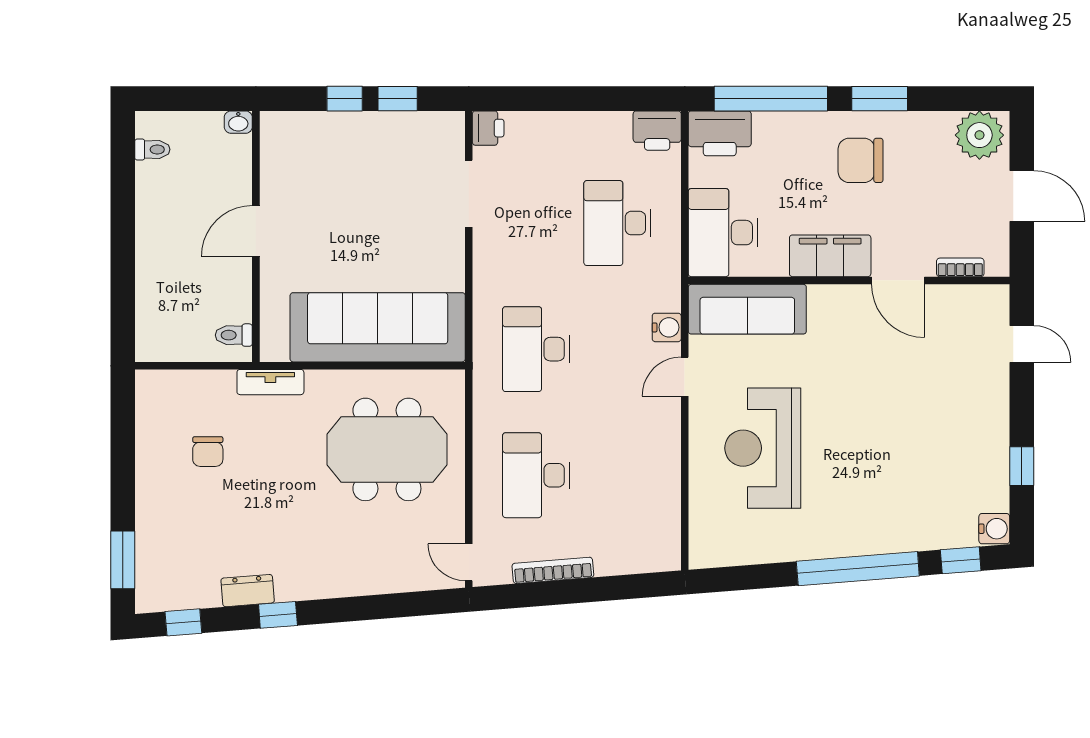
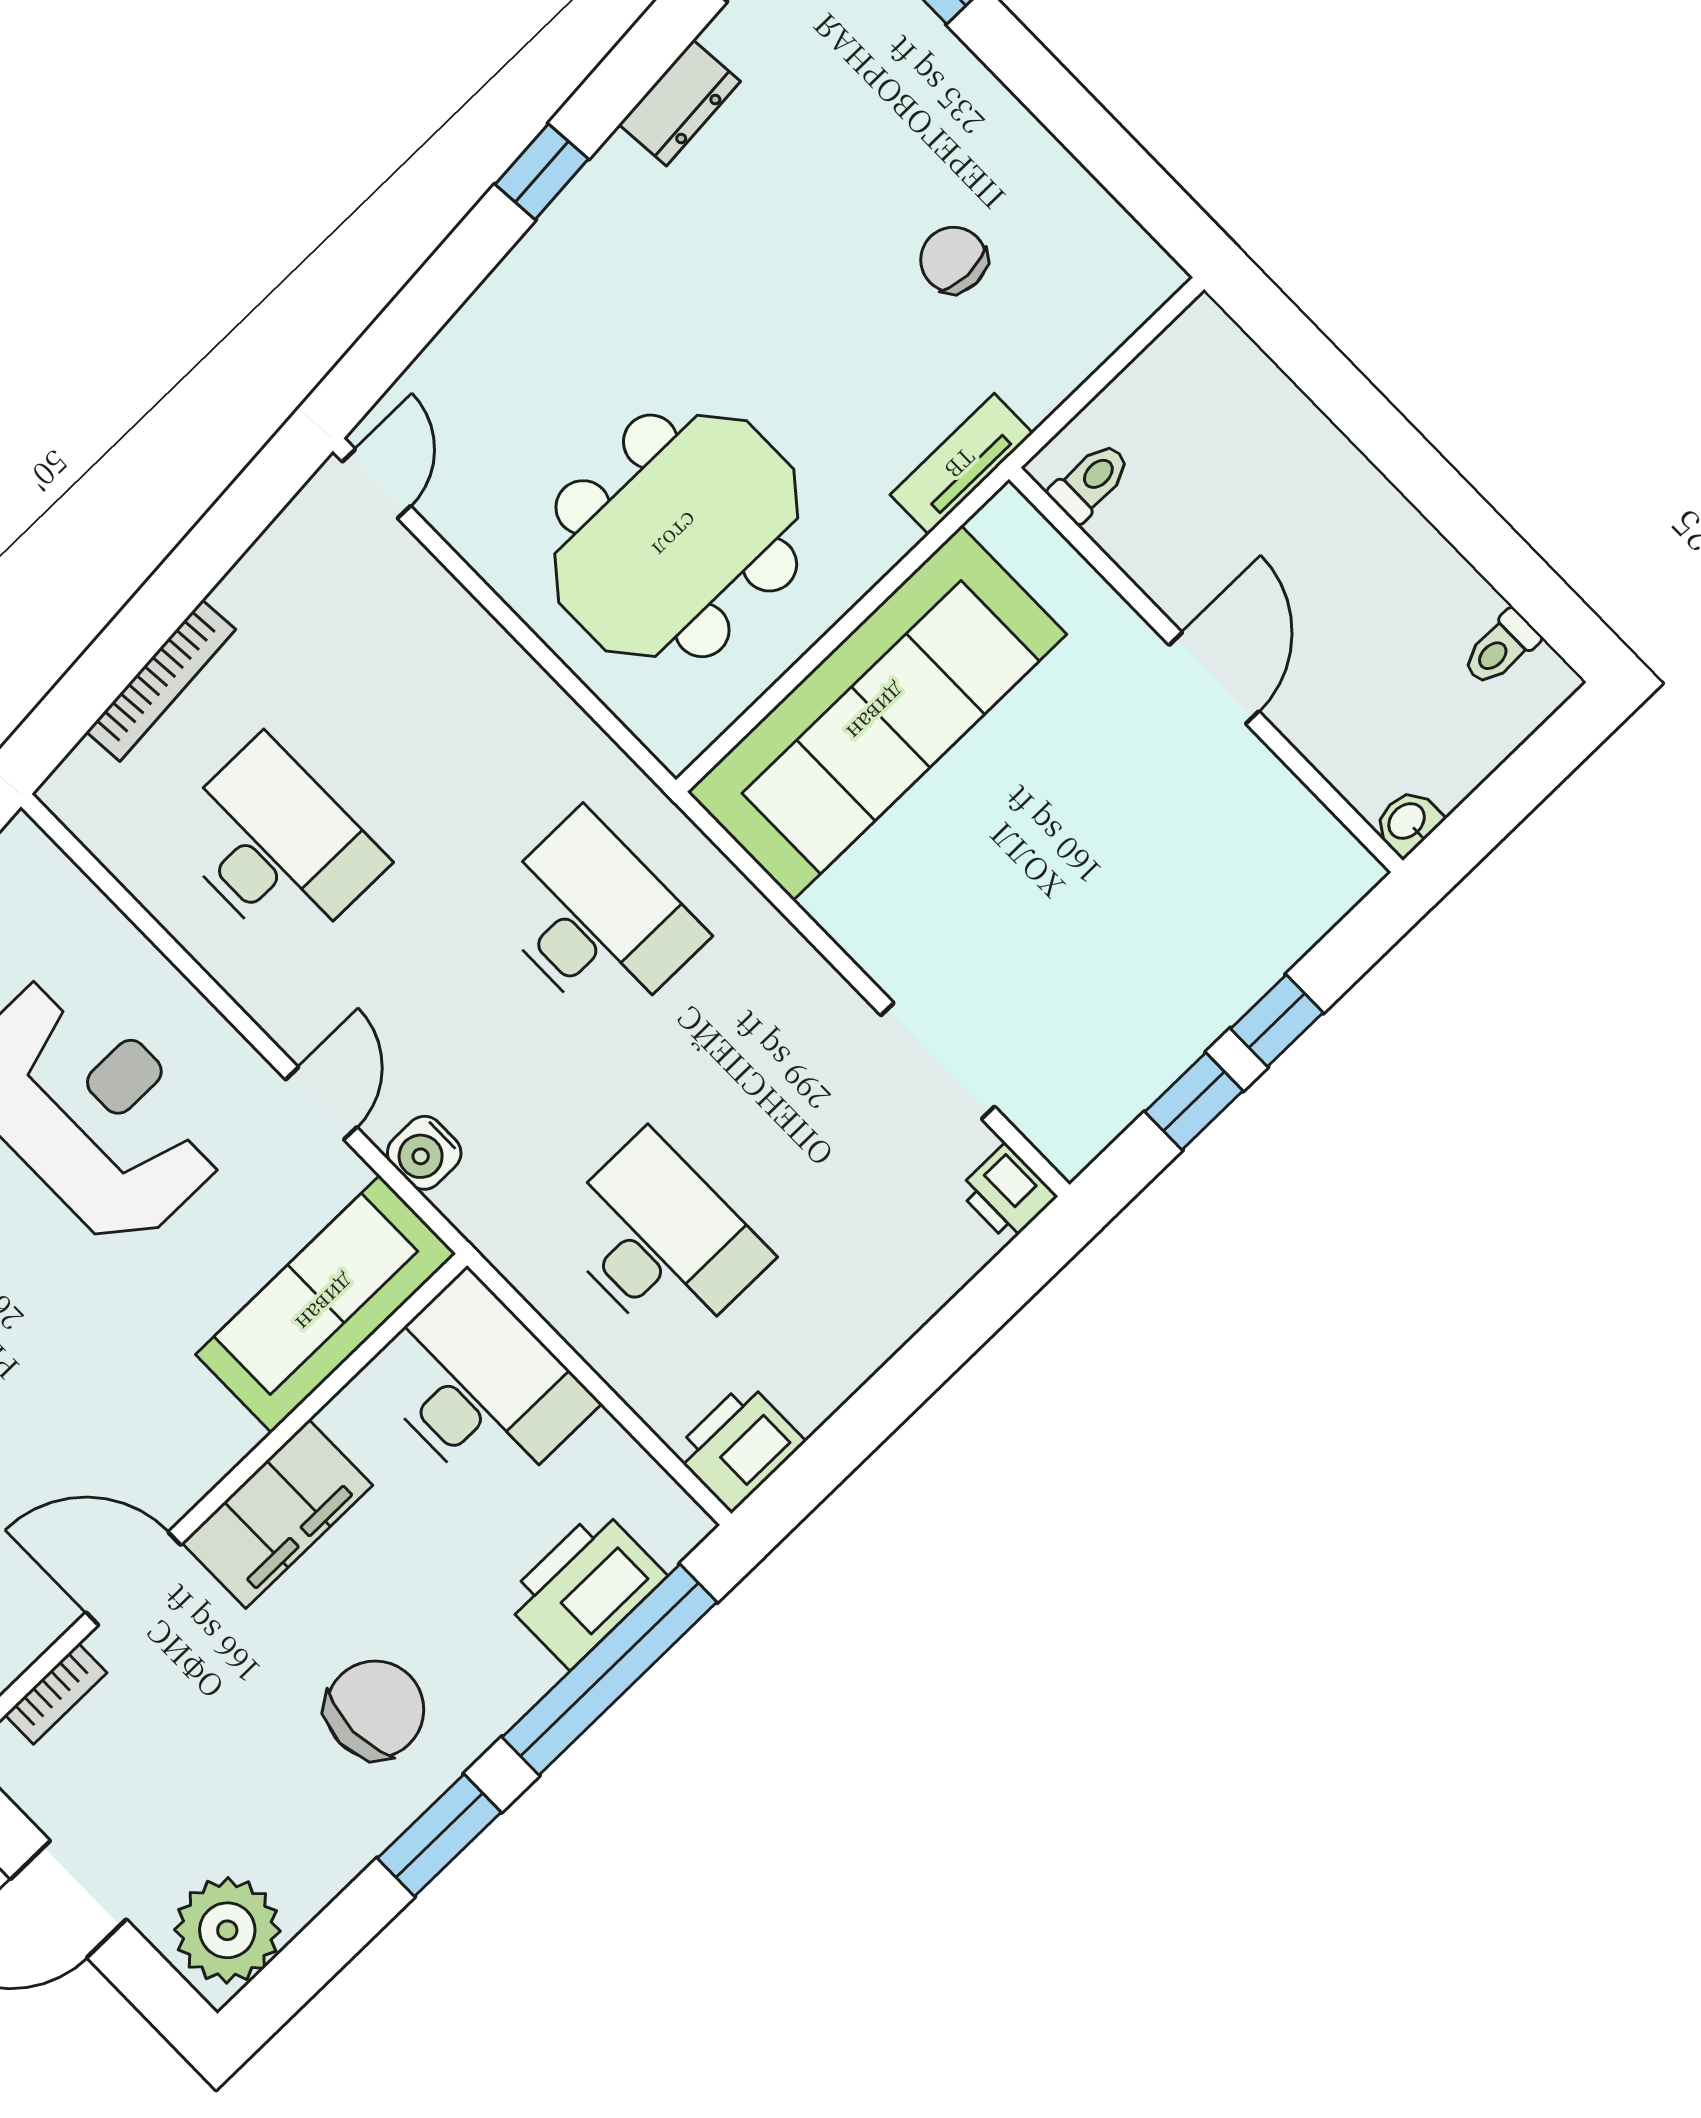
printer: (720, 133) -> (585, 1588), moved
desk: (536, 475) -> (276, 846), moved
door: (469, 562) -> (376, 484), hinge flipped
bookcase: (553, 570) -> (161, 681), moved
window: (278, 615) -> (542, 172), moved

